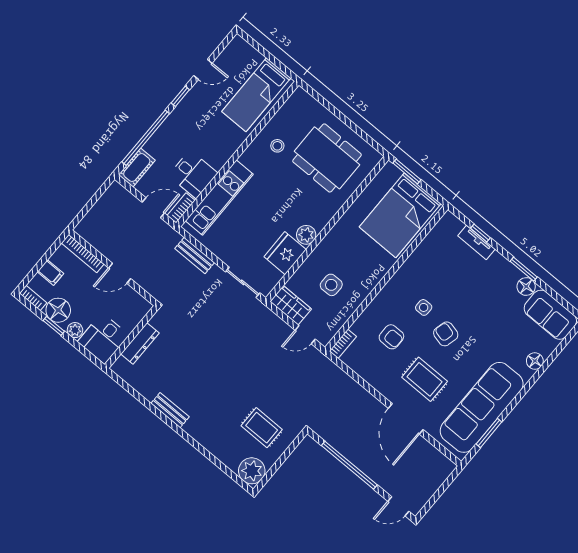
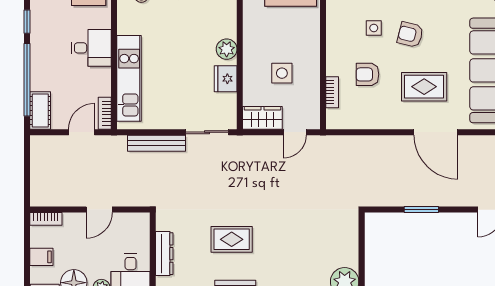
desk: (193, 174) -> (91, 48), moved
fridge: (285, 253) -> (226, 79), width x0.73, depth x0.75
bookcase: (83, 254) -> (46, 219), width x0.64
bench: (195, 256) -> (156, 143), width x1.36
armchair: (391, 337) -> (367, 74), turned 180
bookcase: (343, 344) -> (332, 92), moved
rug: (262, 428) -> (232, 239), moved
window: (349, 465) -> (421, 210), width x0.47

